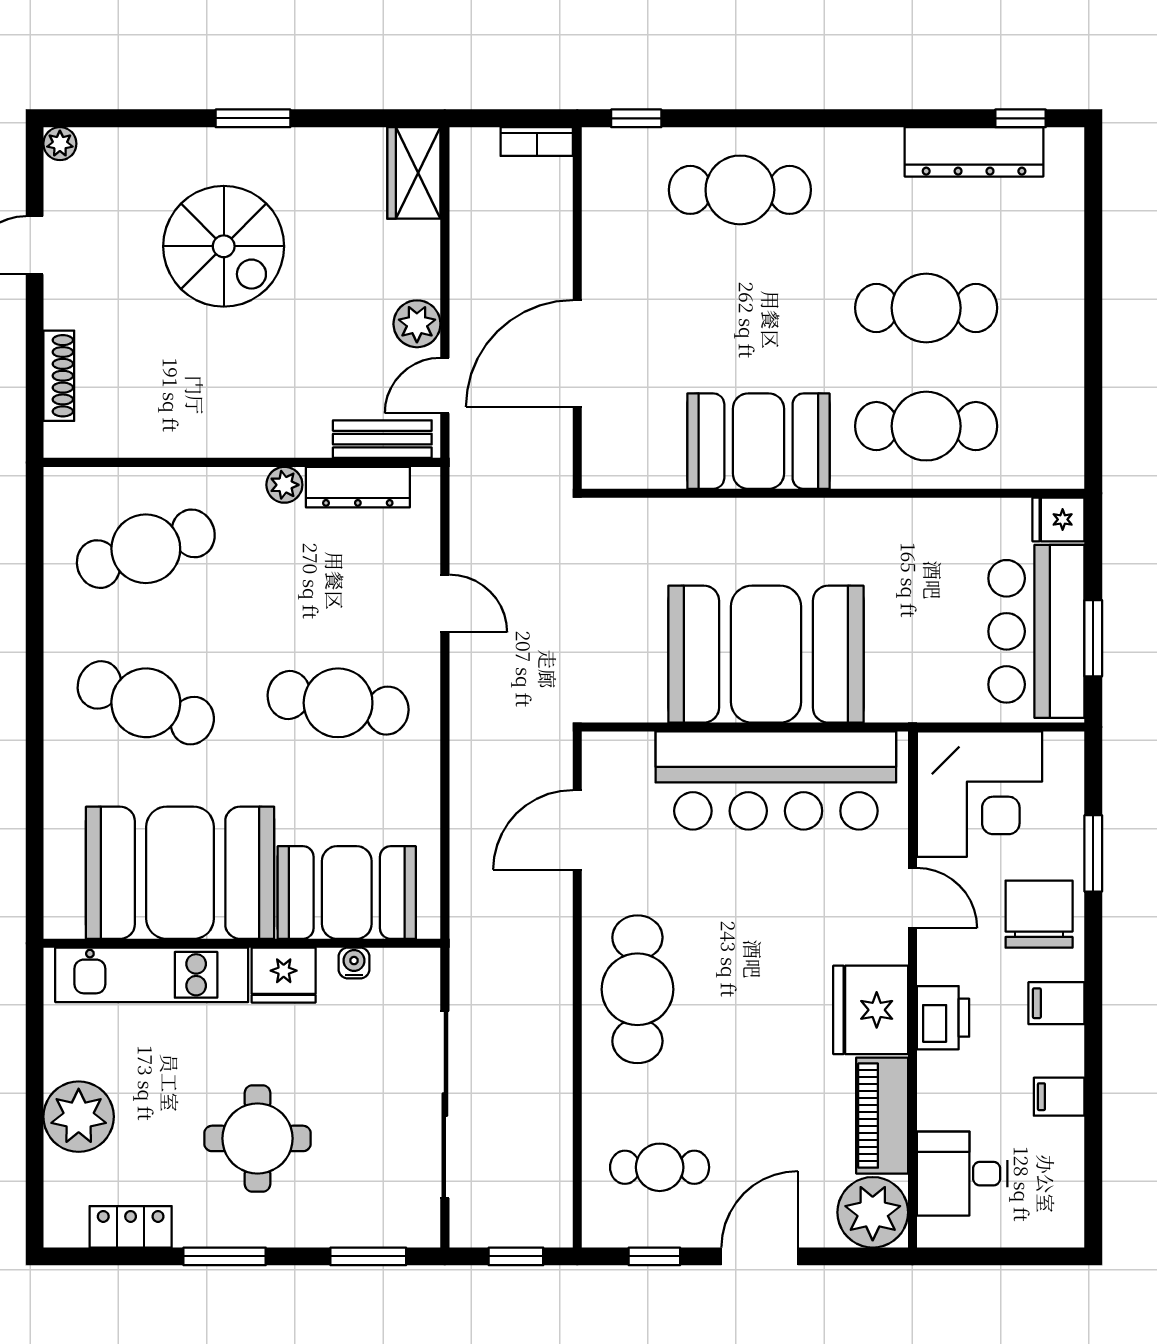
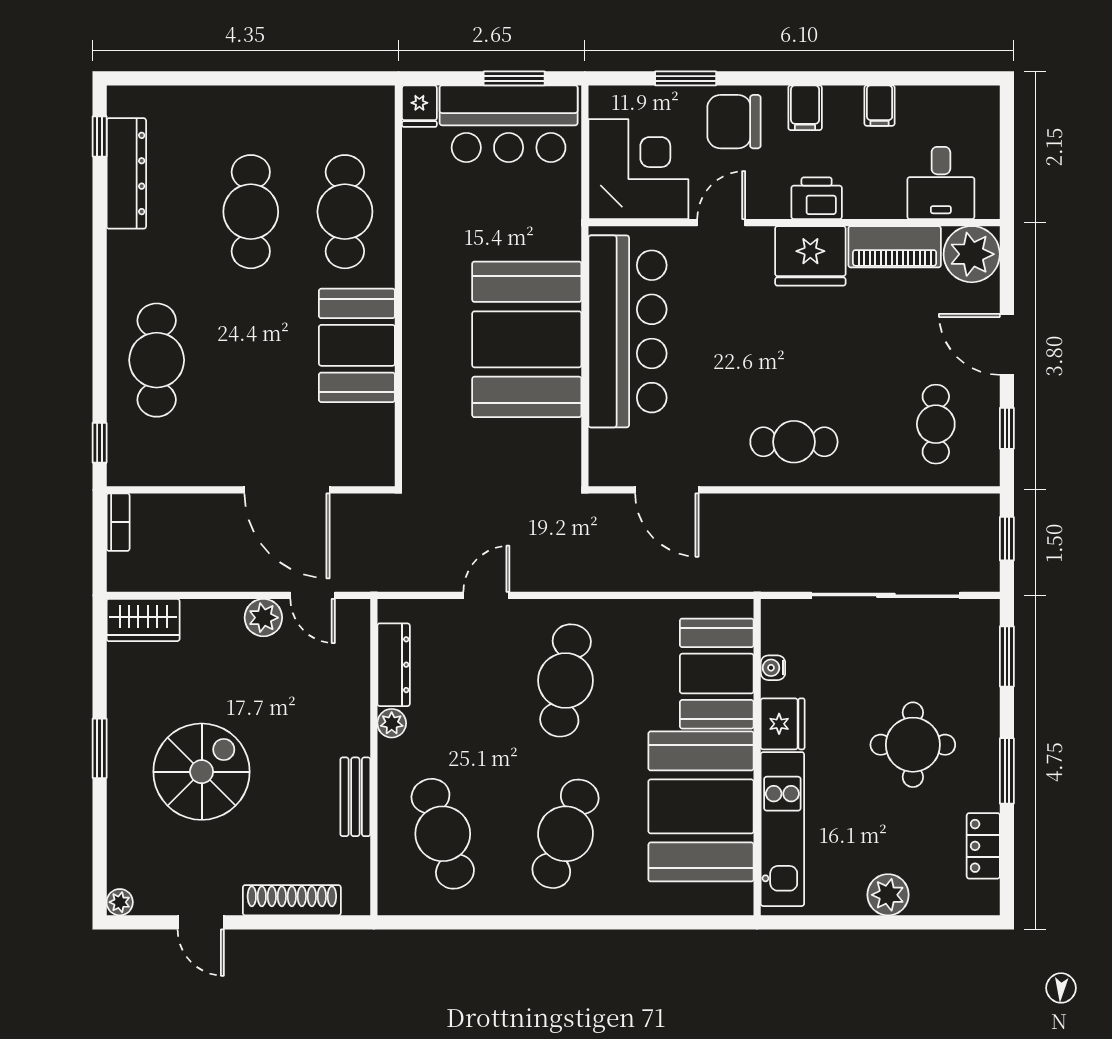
shoe rack: (59, 376) -> (292, 900), width x1.36, depth x1.24
bench: (382, 439) -> (355, 797), moved
cafe table: (637, 989) -> (794, 442), width x0.73, depth x0.74
plant: (79, 1117) -> (888, 895), width x0.73, depth x0.73

